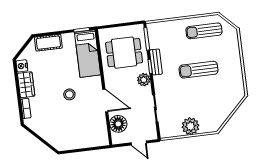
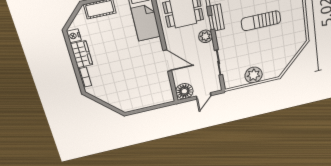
stool: (69, 94) -> (129, 59), removed
floor lamp: (118, 124) -> (184, 91), moved
door: (139, 143) -> (204, 96), hinge flipped

